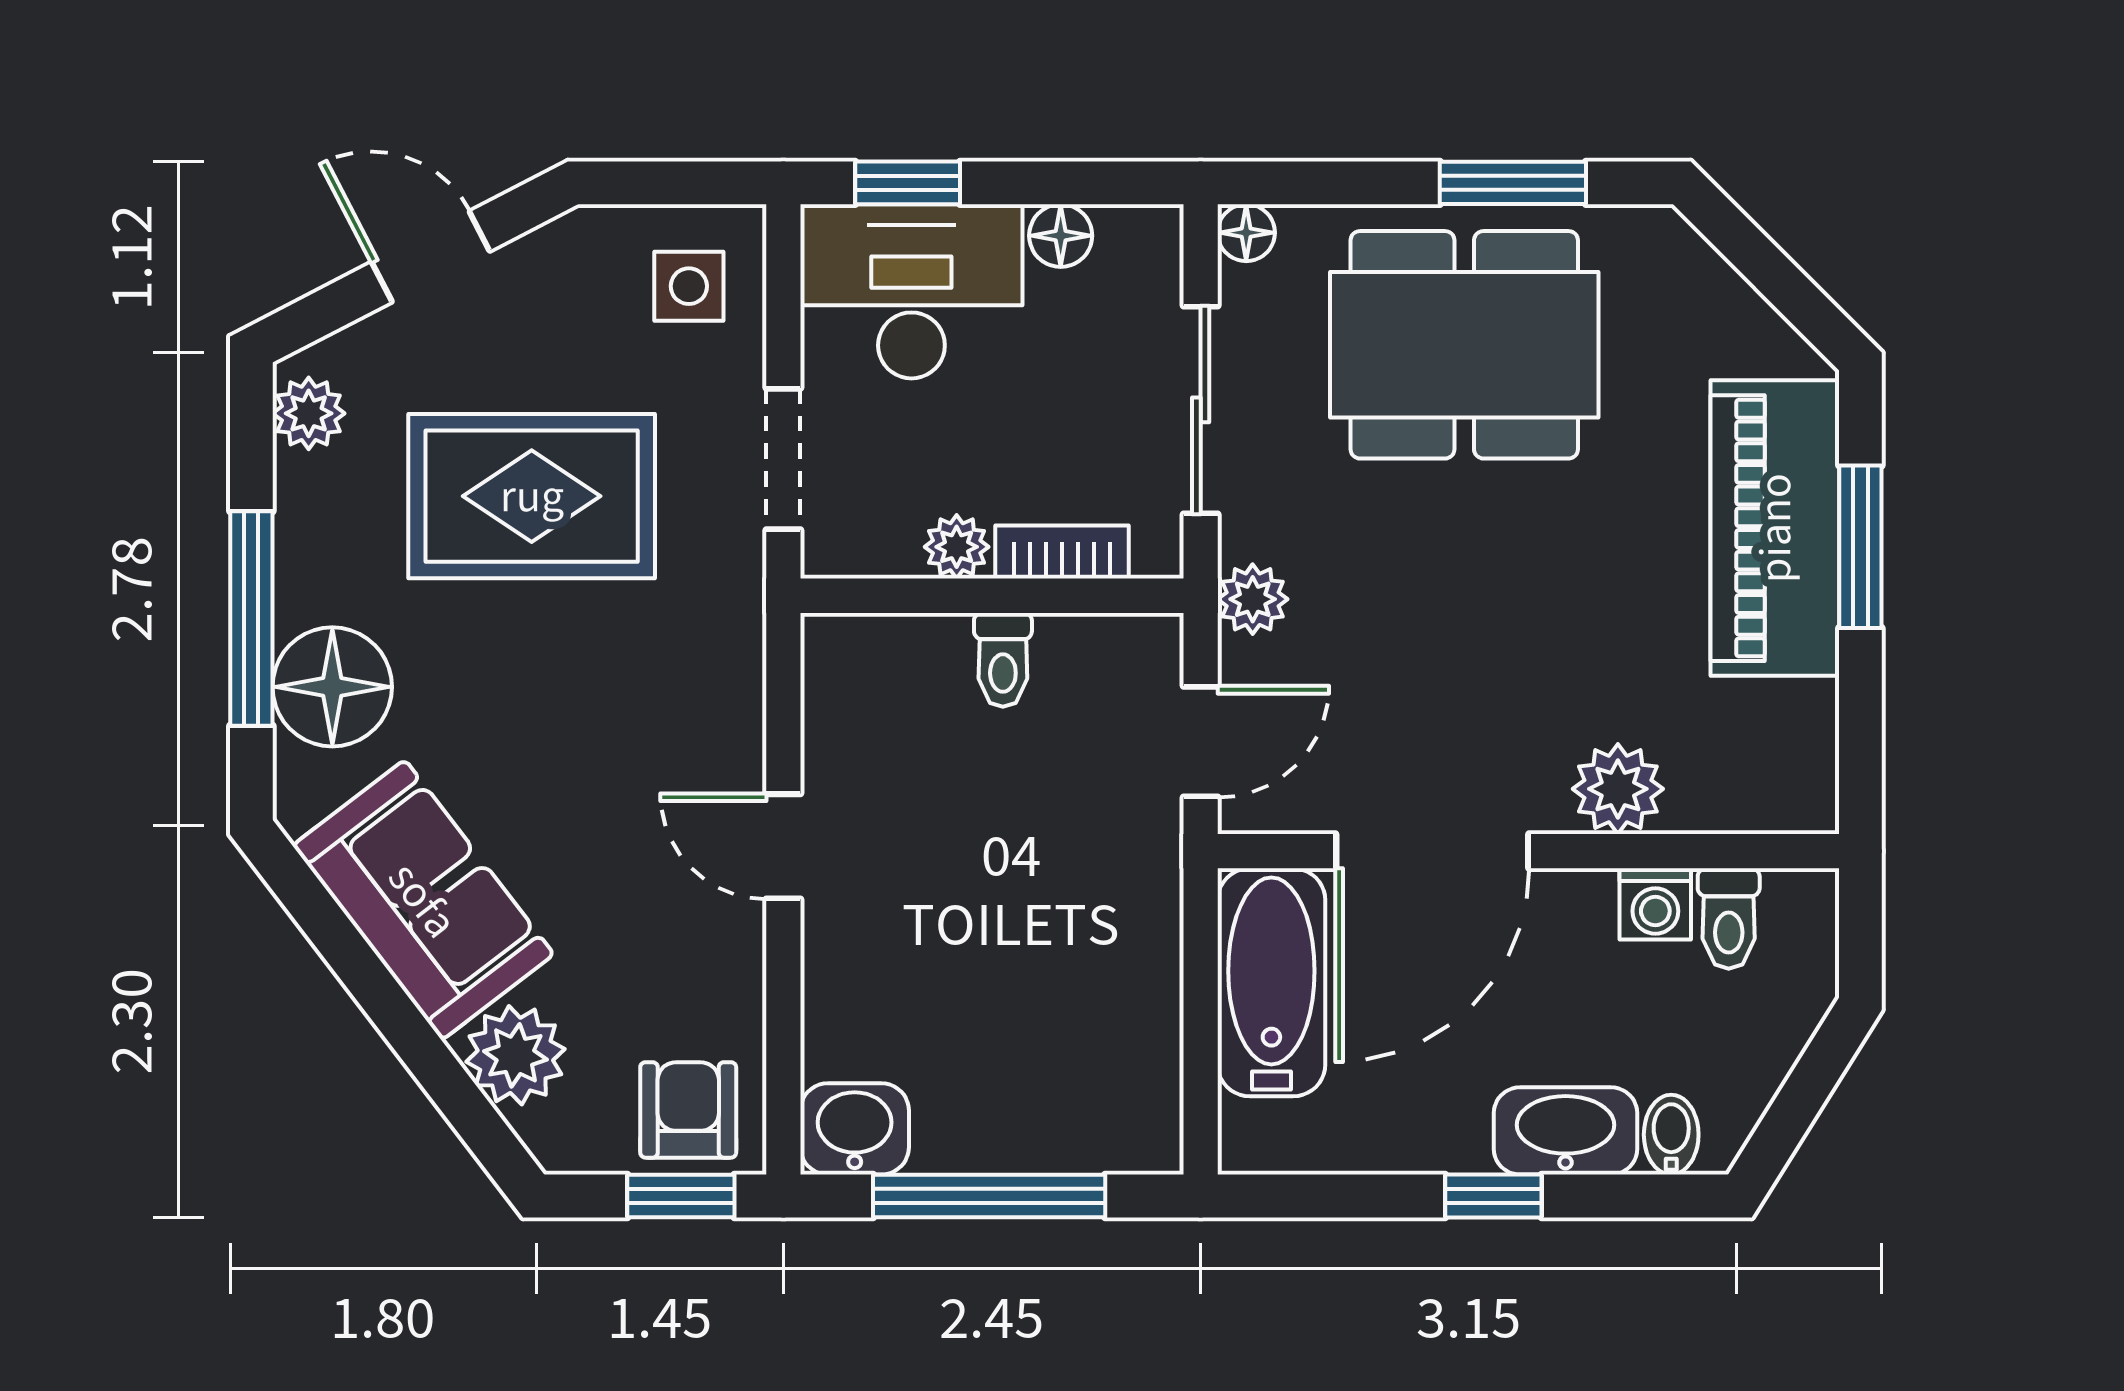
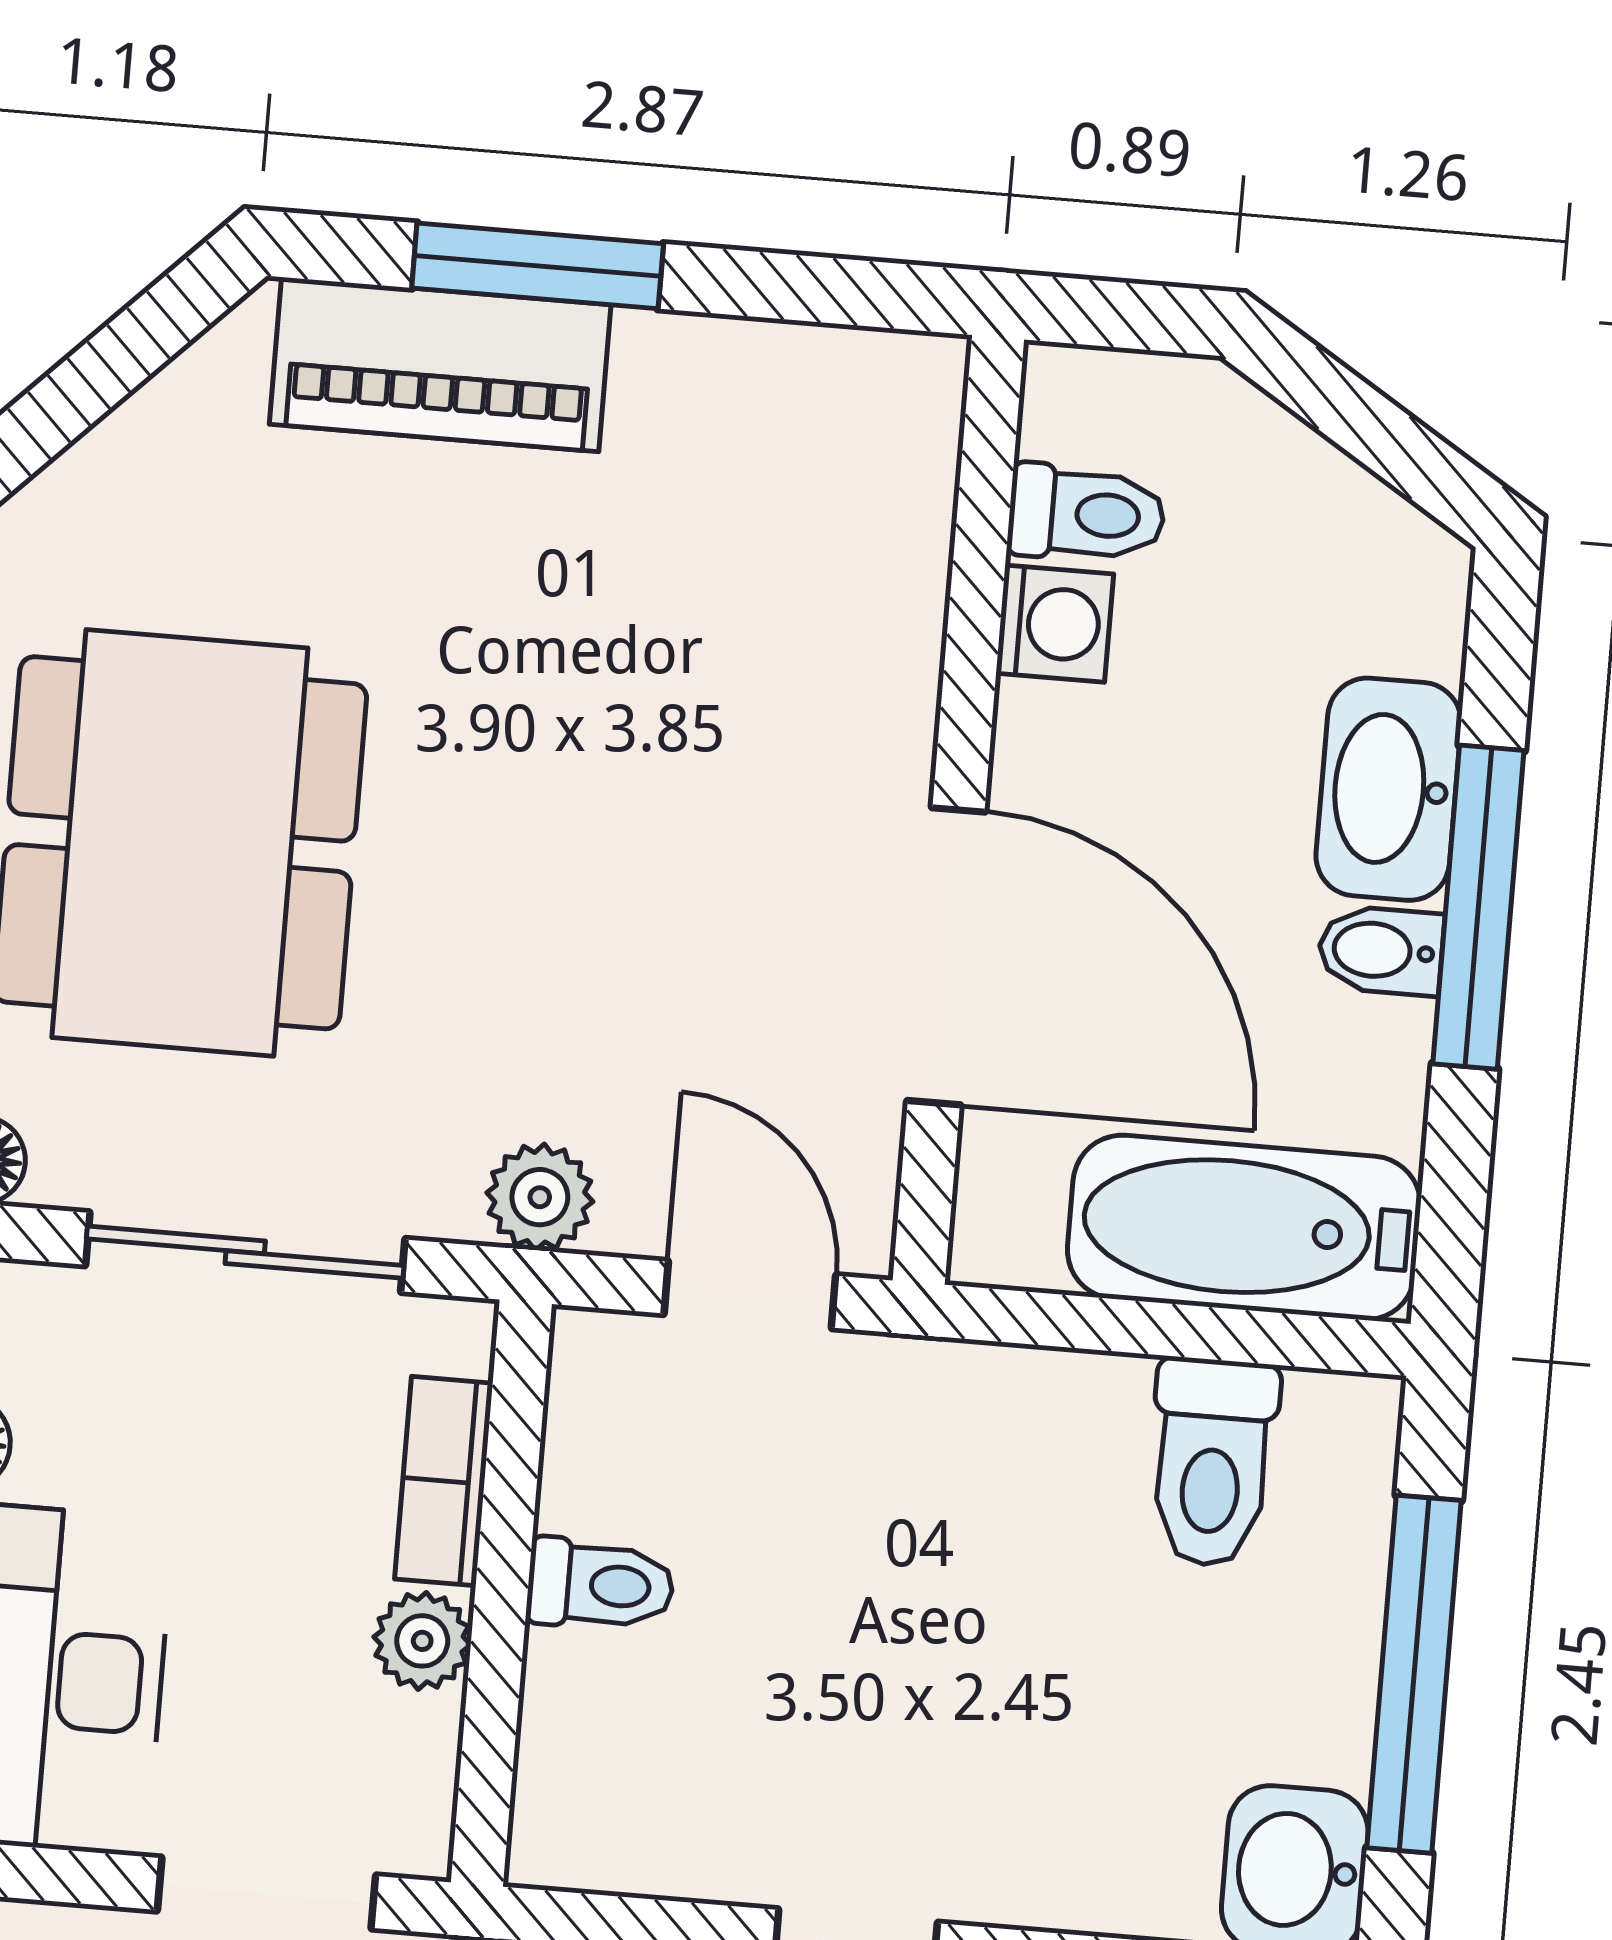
piano: (1775, 528) -> (440, 365), width x0.73, depth x0.75
plant: (1618, 789) -> (875, 666), removed
bathtub: (1271, 982) -> (1244, 1228), moved
toilet: (1116, 1053) -> (1212, 1462), added
bidet: (1671, 1135) -> (1381, 950), moved
window: (1493, 1196) -> (1478, 907), width x2.17

